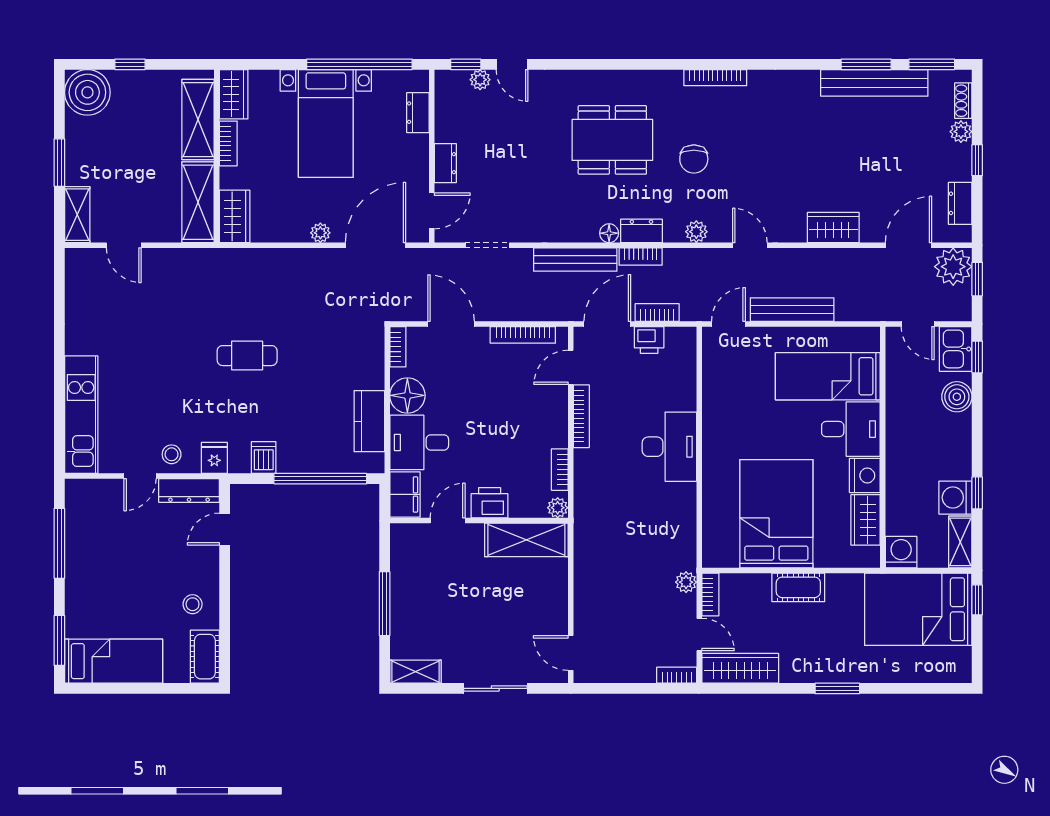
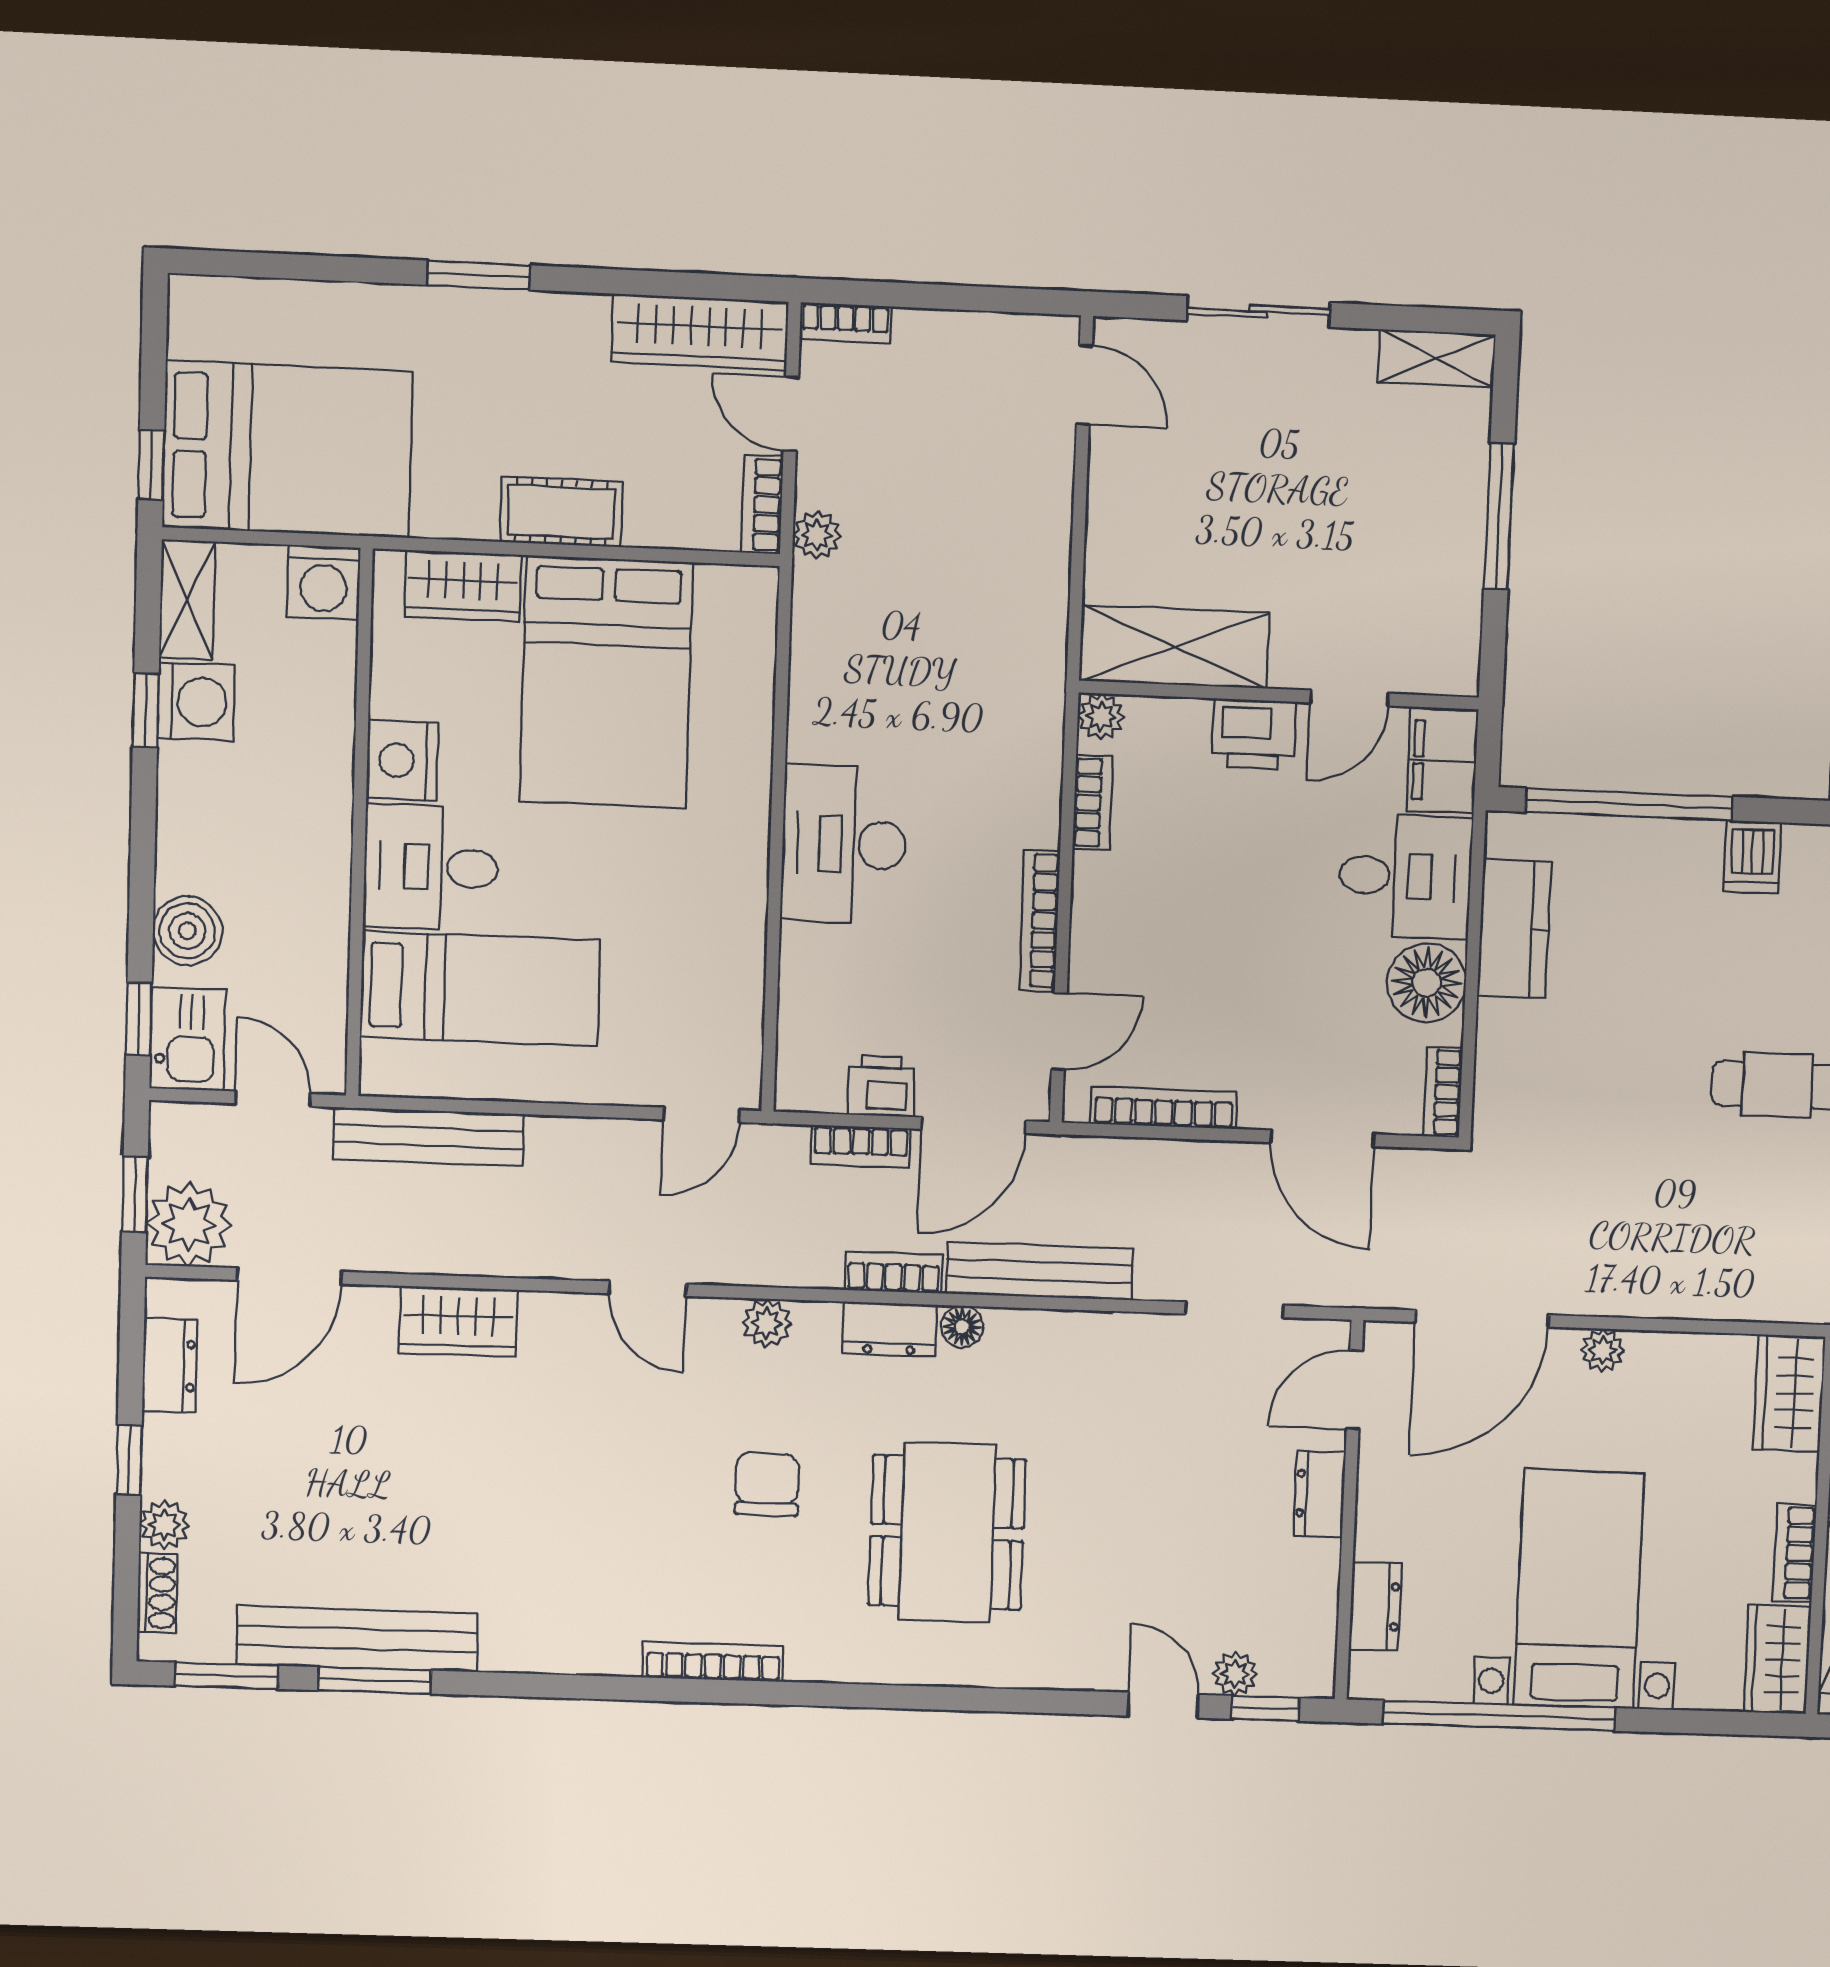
dining table: (612, 140) -> (947, 1532), turned 90
bench: (792, 310) -> (428, 1137), moved
wardrobe: (866, 520) -> (463, 586), moved, turned 90

